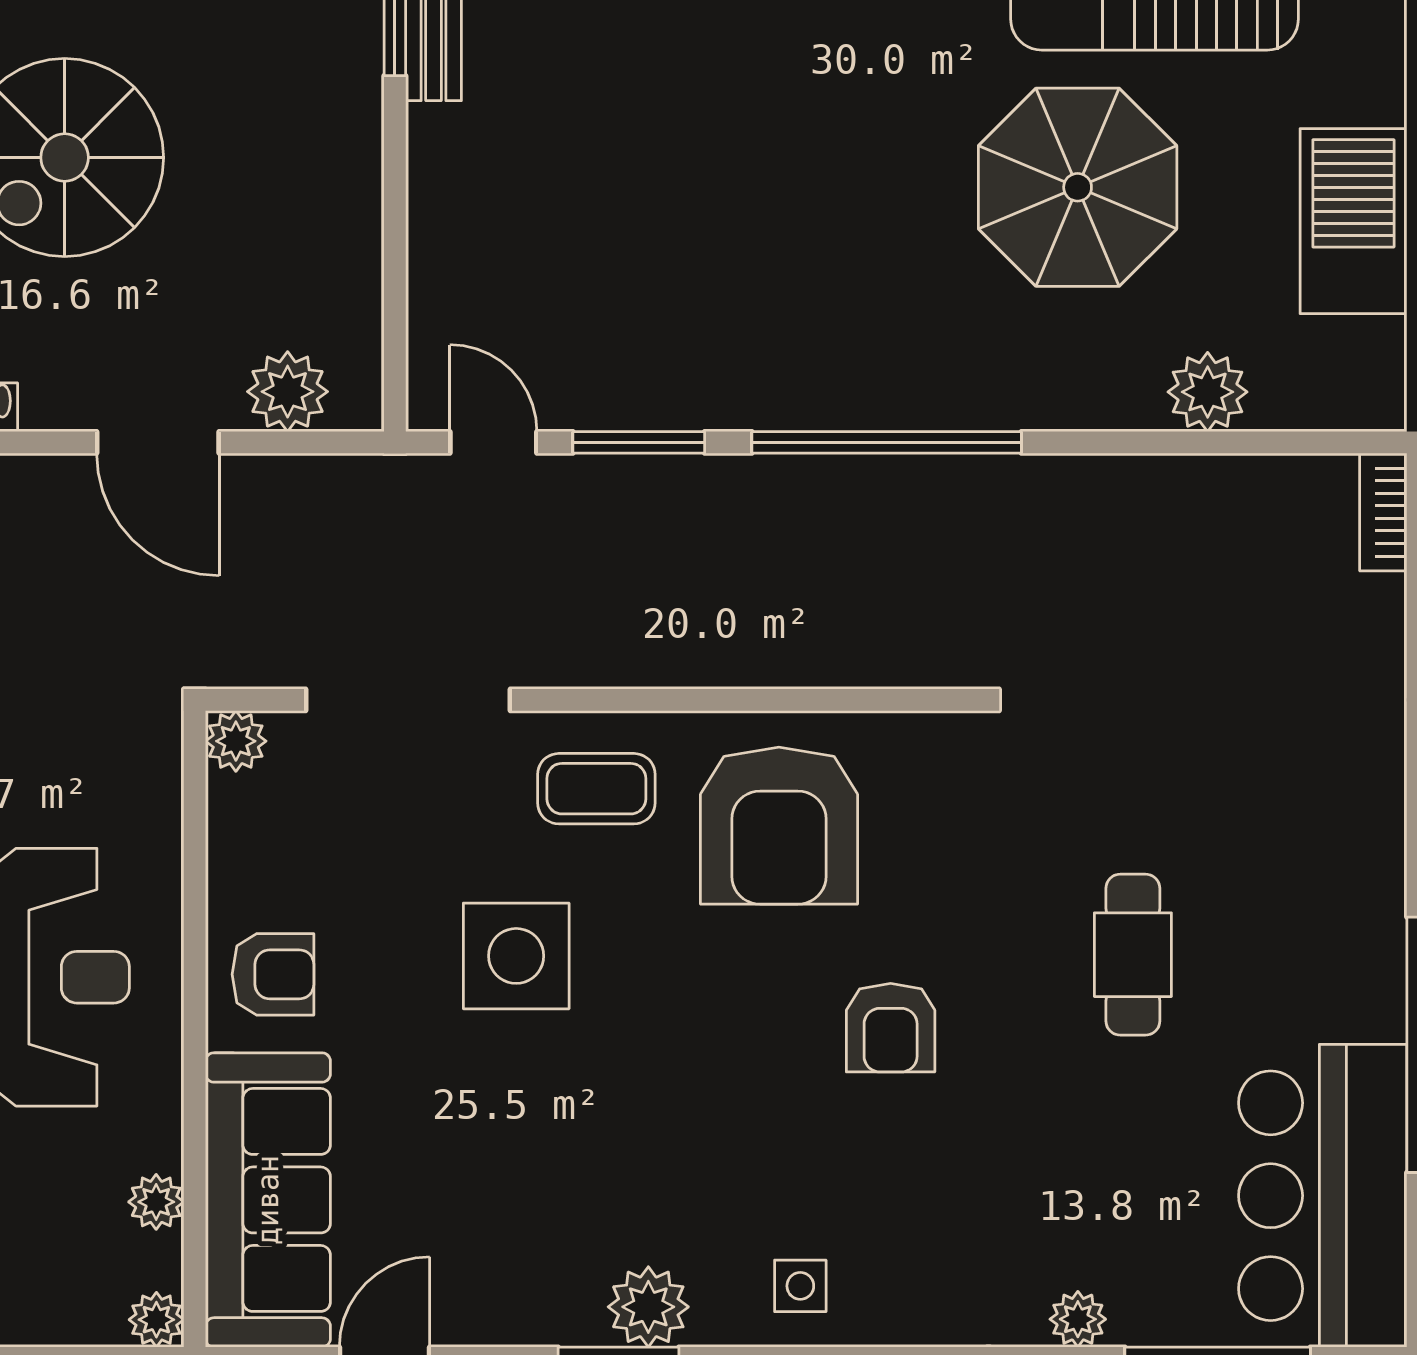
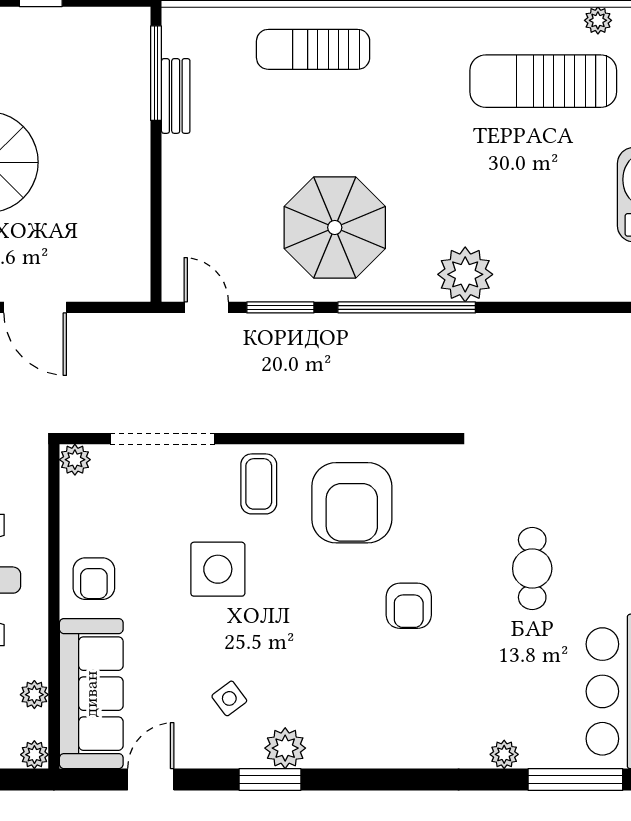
parasol: (1078, 187) -> (335, 227), moved
plant: (288, 392) -> (101, 282), removed
plant: (1208, 392) -> (465, 274), moved, width x1.36, depth x1.36
coffee table: (596, 789) -> (259, 484), turned 90
armchair: (273, 974) -> (94, 579), turned 90
side table: (800, 1286) -> (229, 698), moved, turned -37

